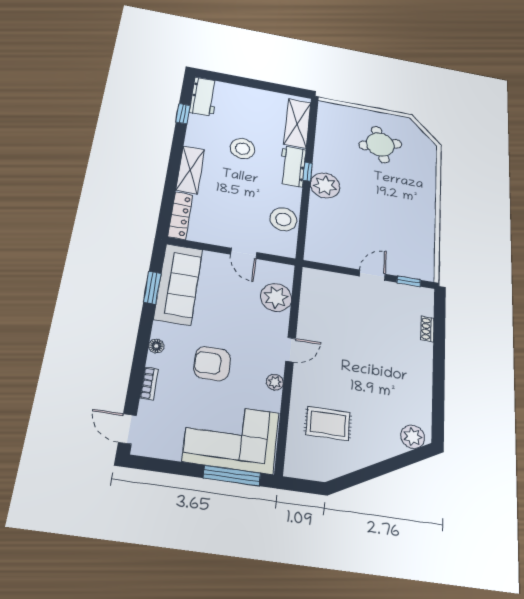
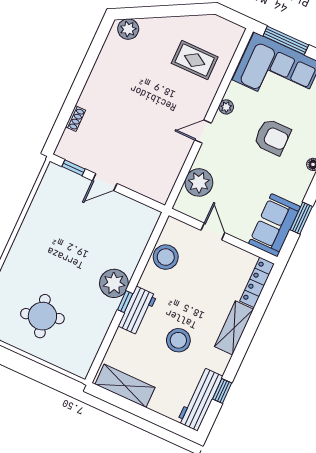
workbench: (204, 97) -> (200, 399), width x1.38
shelving: (297, 123) -> (125, 386), moved, turned 90
sofa: (178, 284) -> (274, 225), width x0.73

